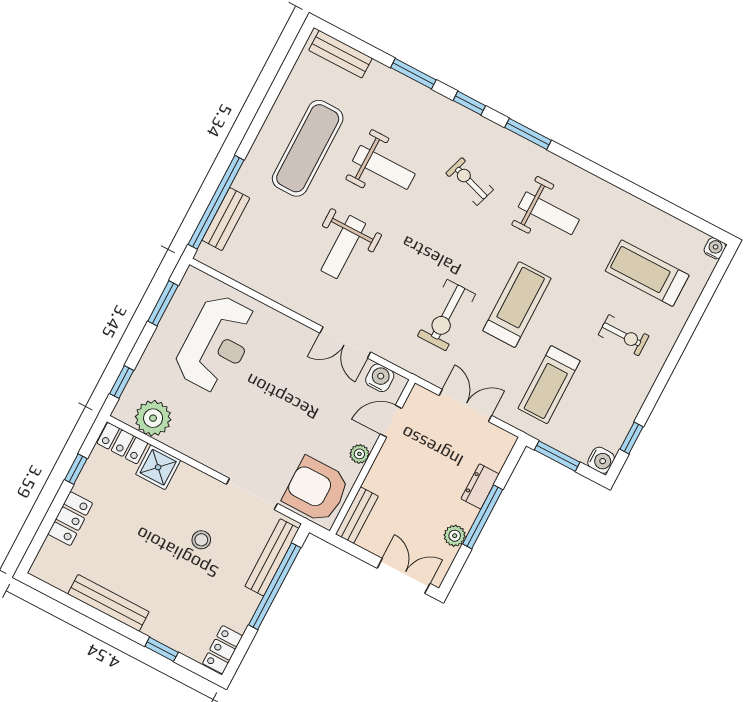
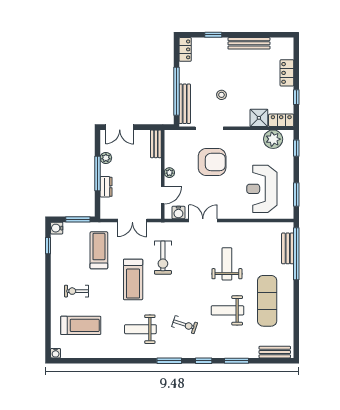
exercise bike: (447, 315) -> (163, 258), turned 180
armchair: (316, 490) -> (212, 162), moved

